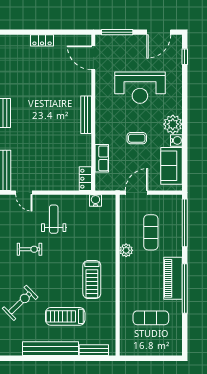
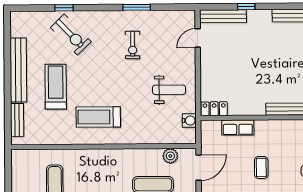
door: (136, 193) -> (199, 168), hinge flipped
weight bench: (54, 219) -> (169, 90), moved
plant: (126, 250) -> (170, 156), moved

